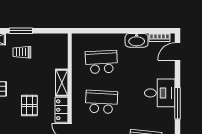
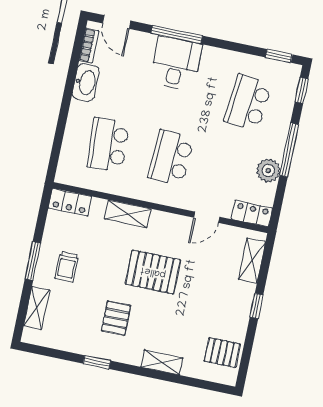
window: (177, 103) -> (177, 35), moved
pallet: (29, 105) -> (153, 272), width x1.50, depth x1.42
locker: (61, 110) -> (70, 202), moved

